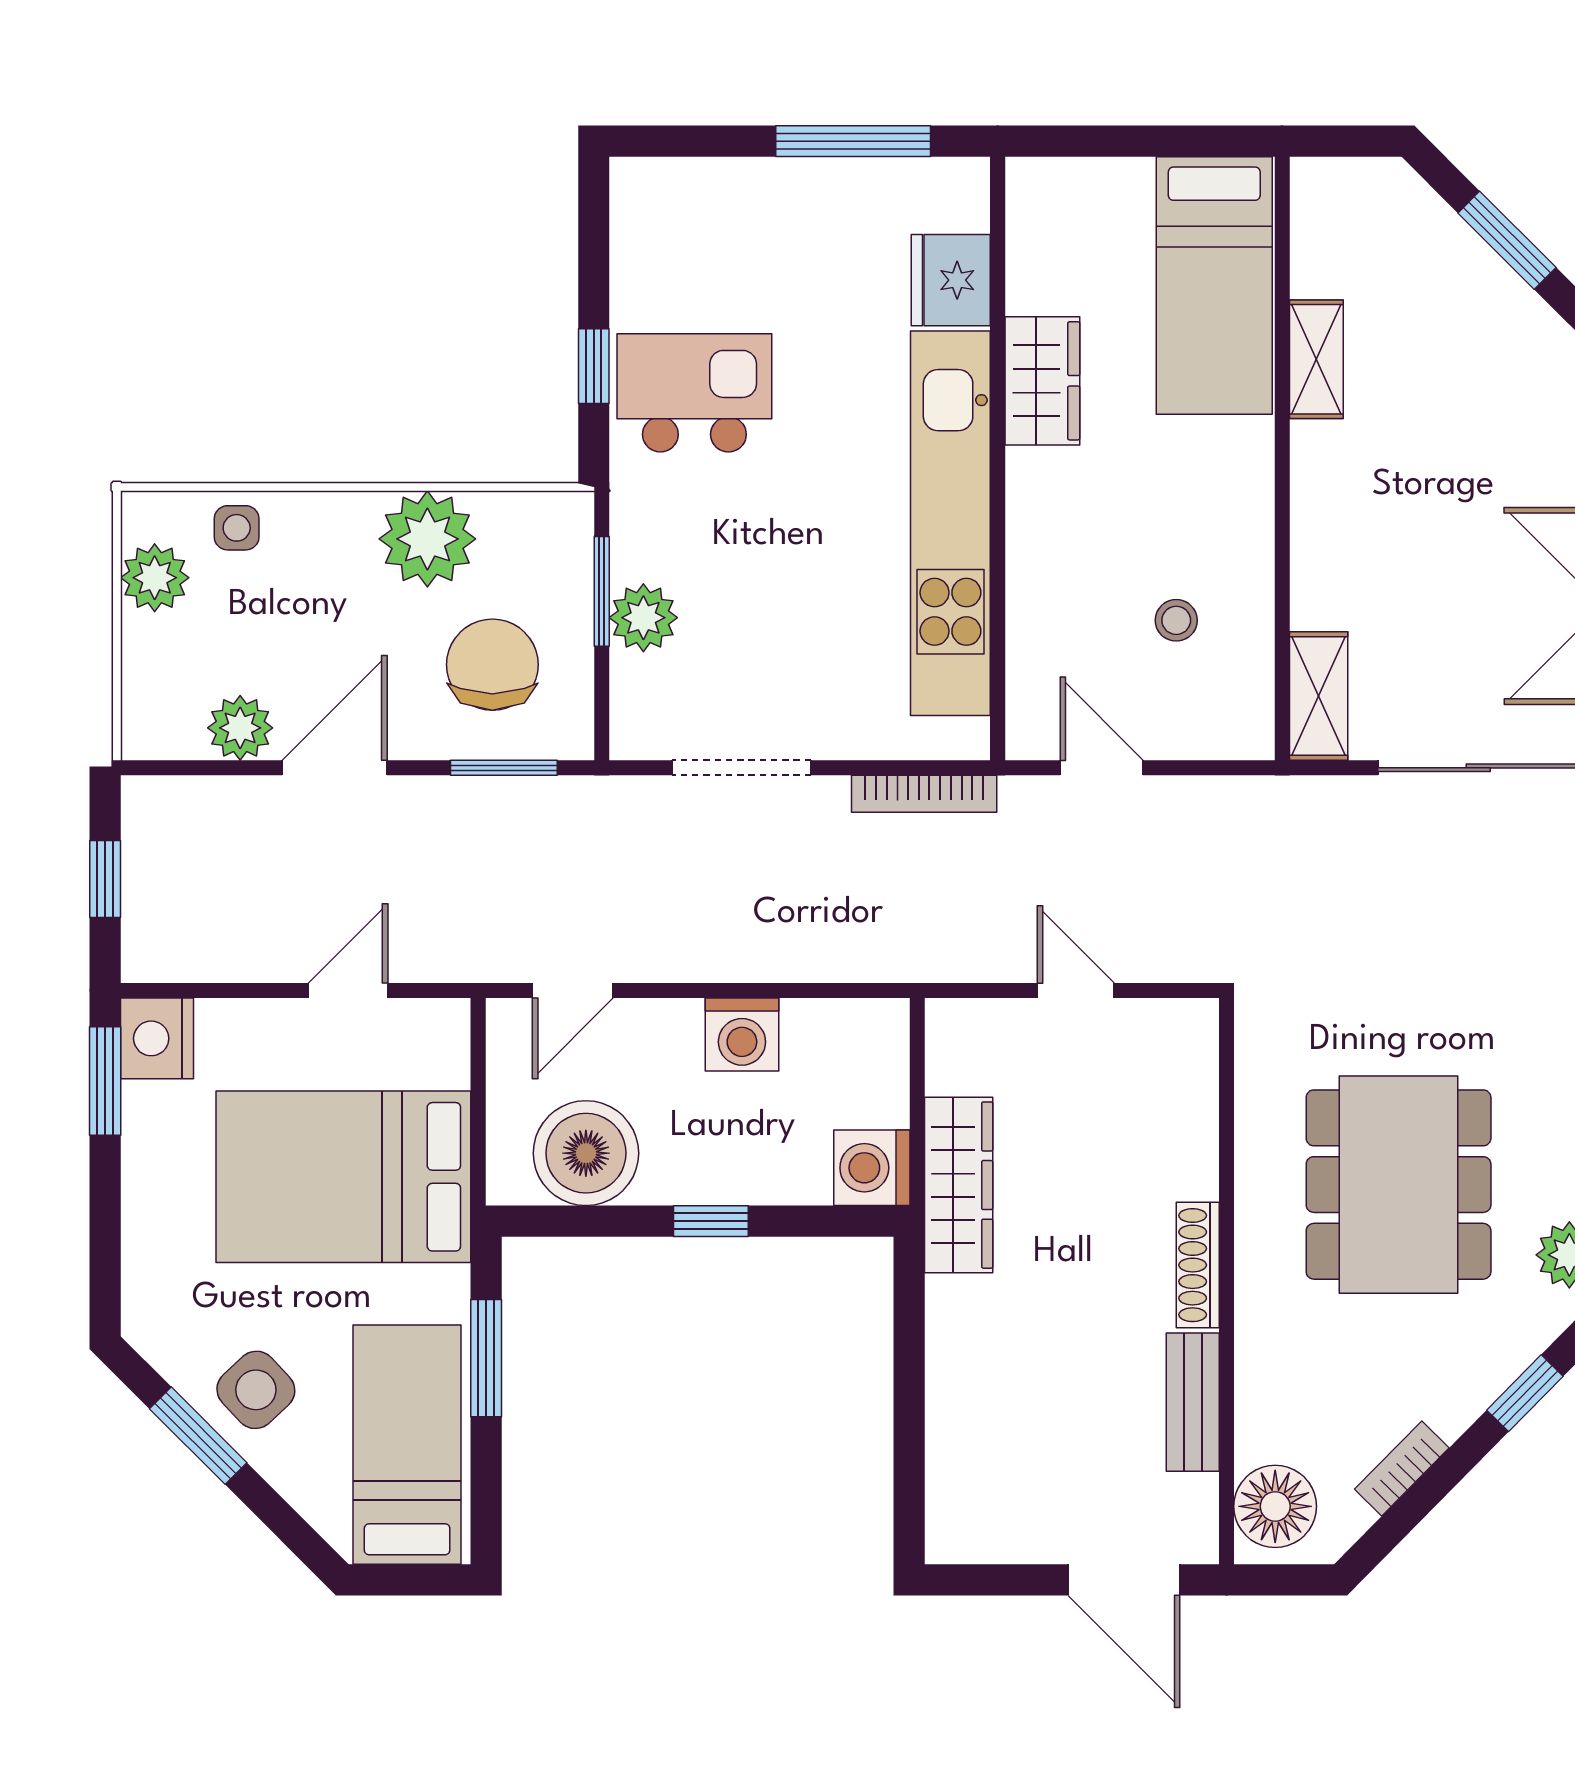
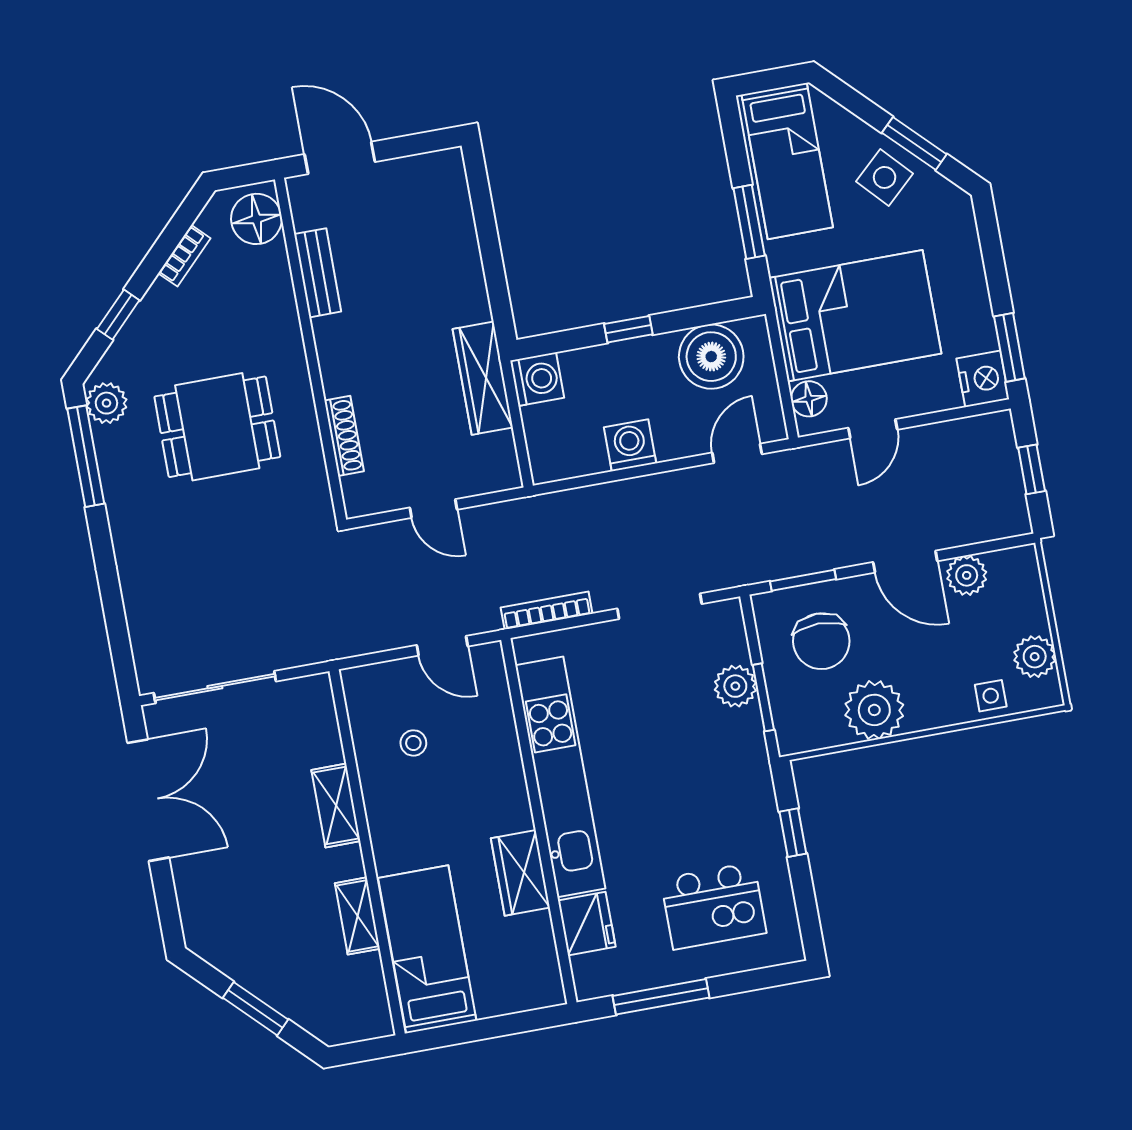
kitchen island: (694, 393) -> (713, 906), moved
shelving: (1319, 696) -> (336, 806), moved
door: (335, 768) -> (905, 562), hinge flipped
floor lamp: (442, 1057) -> (809, 399), added
dining table: (1399, 1185) -> (217, 427), width x0.73
shoe rack: (1198, 1265) -> (344, 436), moved

